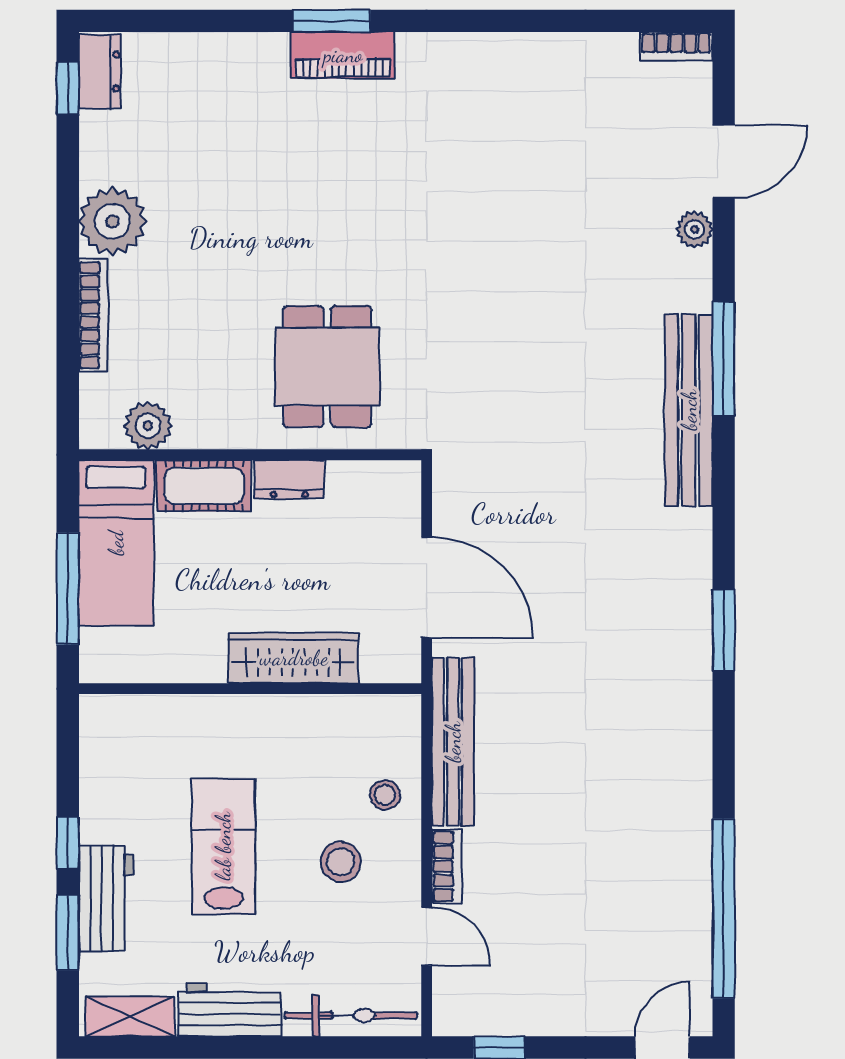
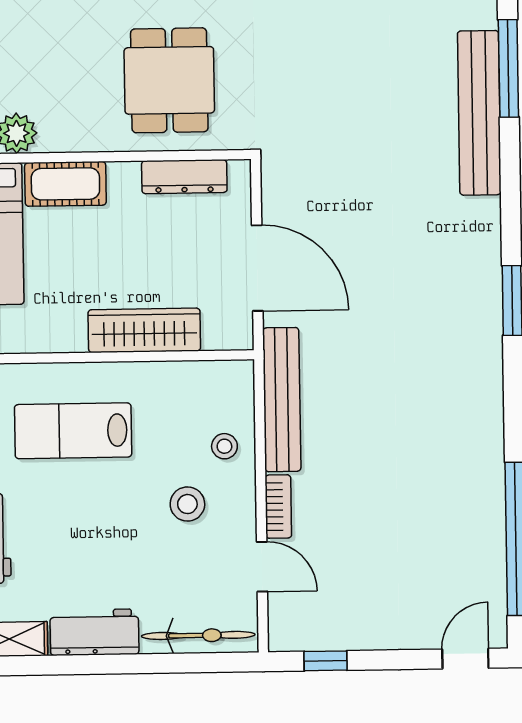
dresser: (289, 479) -> (184, 177), moved, width x1.44
lab bench: (223, 846) -> (73, 431), moved, turned -90

